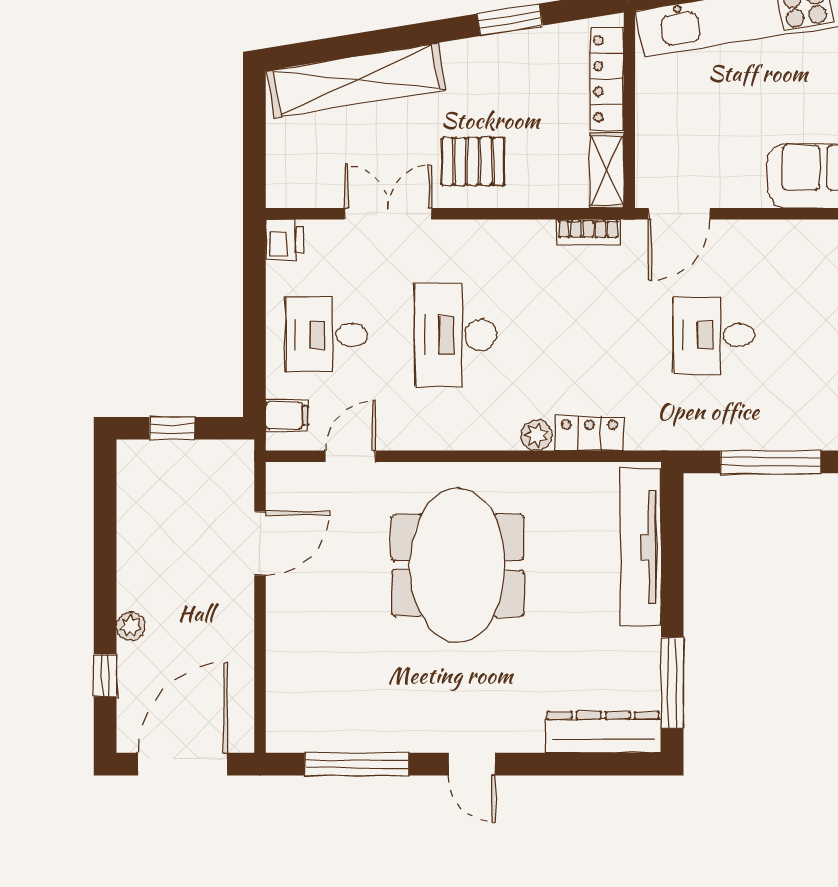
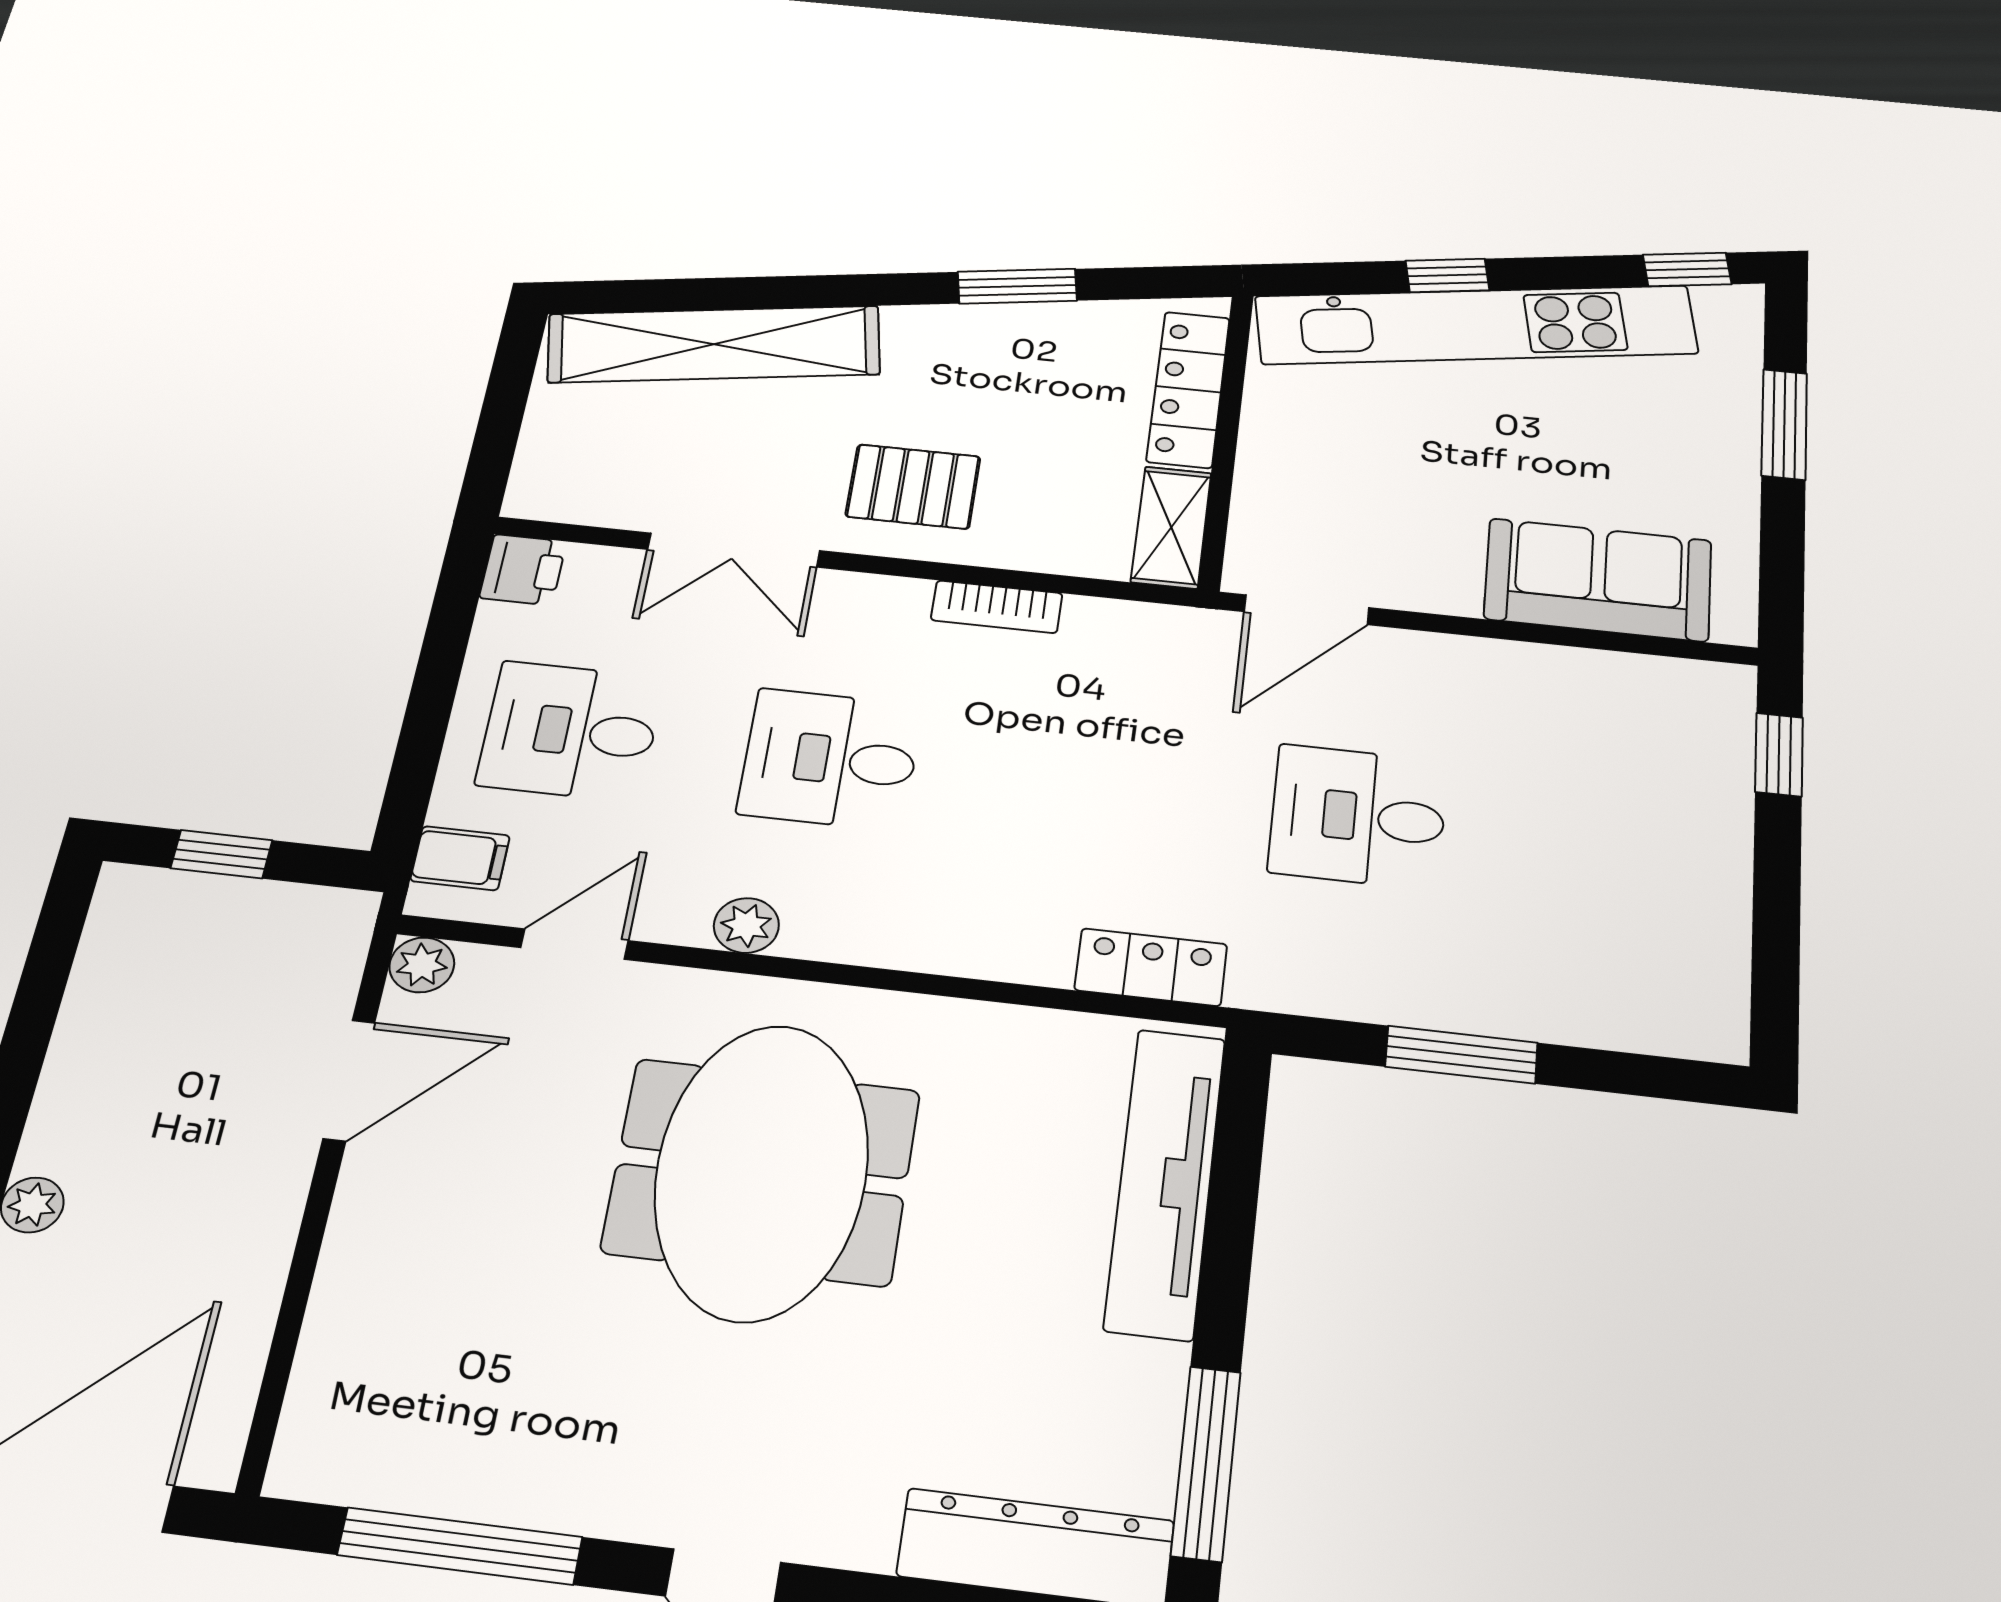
double door: (388, 214) -> (733, 550), swing flipped
bookcase: (588, 232) -> (997, 607), moved
desk: (455, 335) -> (830, 759), width x0.73
locker: (589, 433) -> (1151, 967), moved
plant: (537, 435) -> (746, 925), moved
window: (771, 462) -> (1461, 1055), width x0.69
plant: (281, 477) -> (422, 965), added

